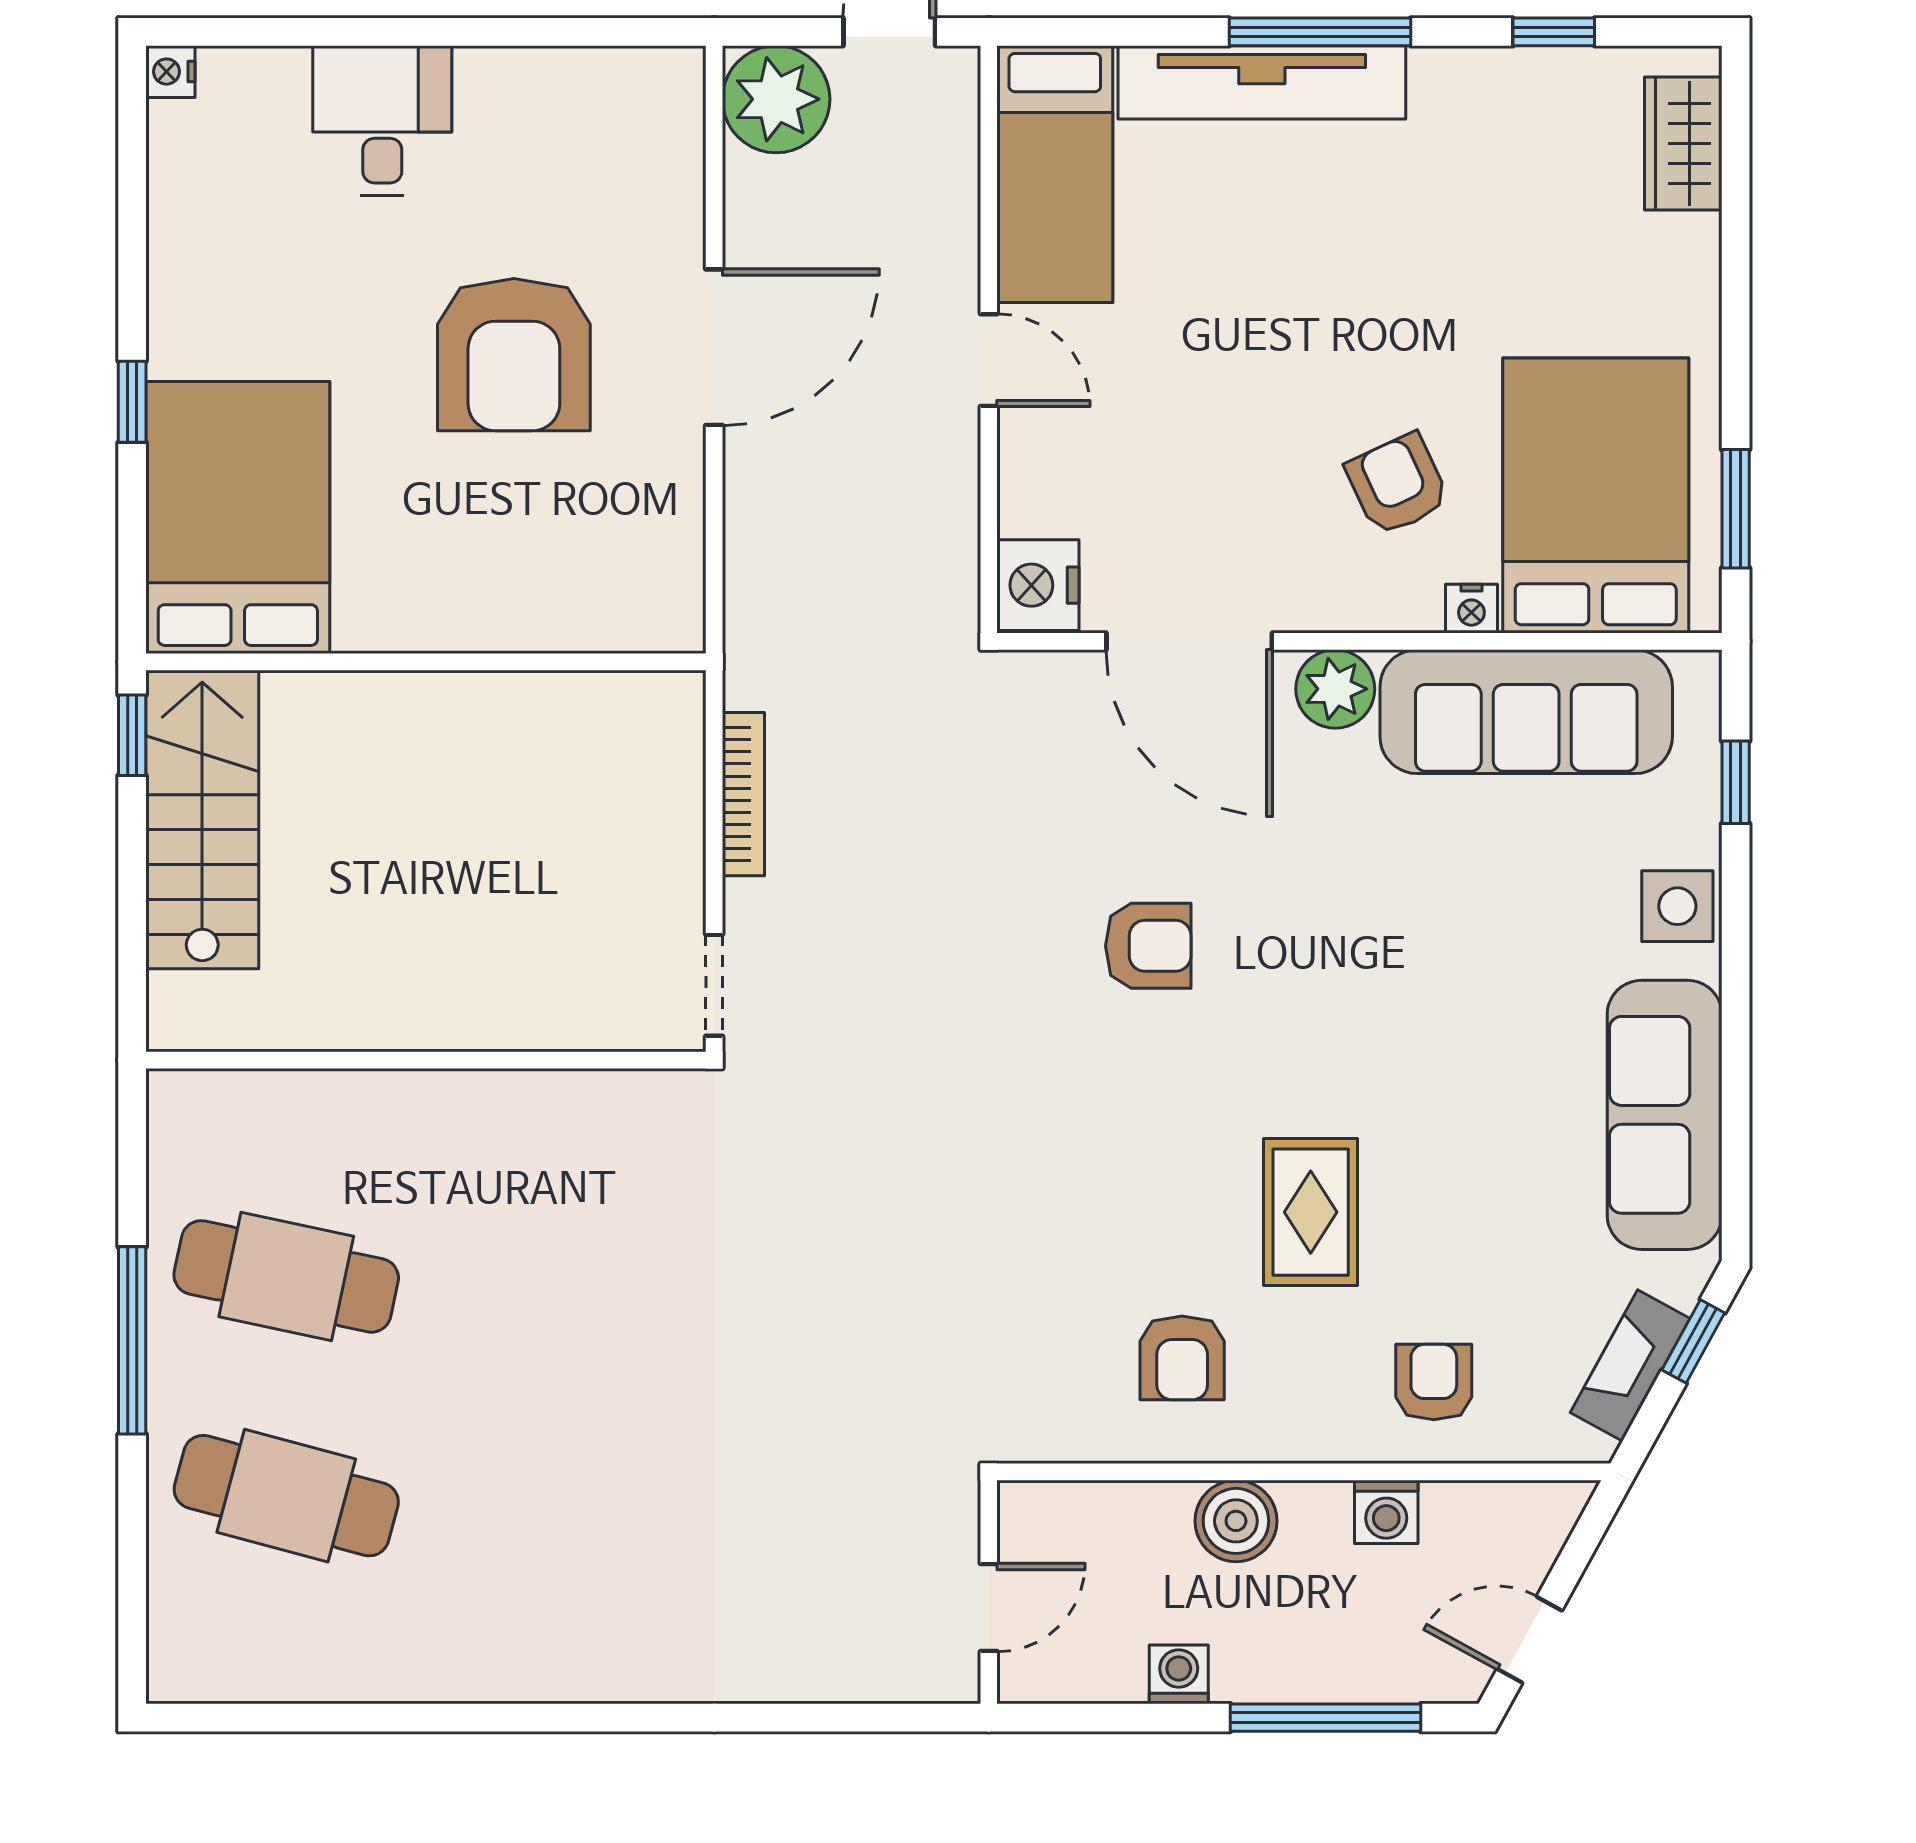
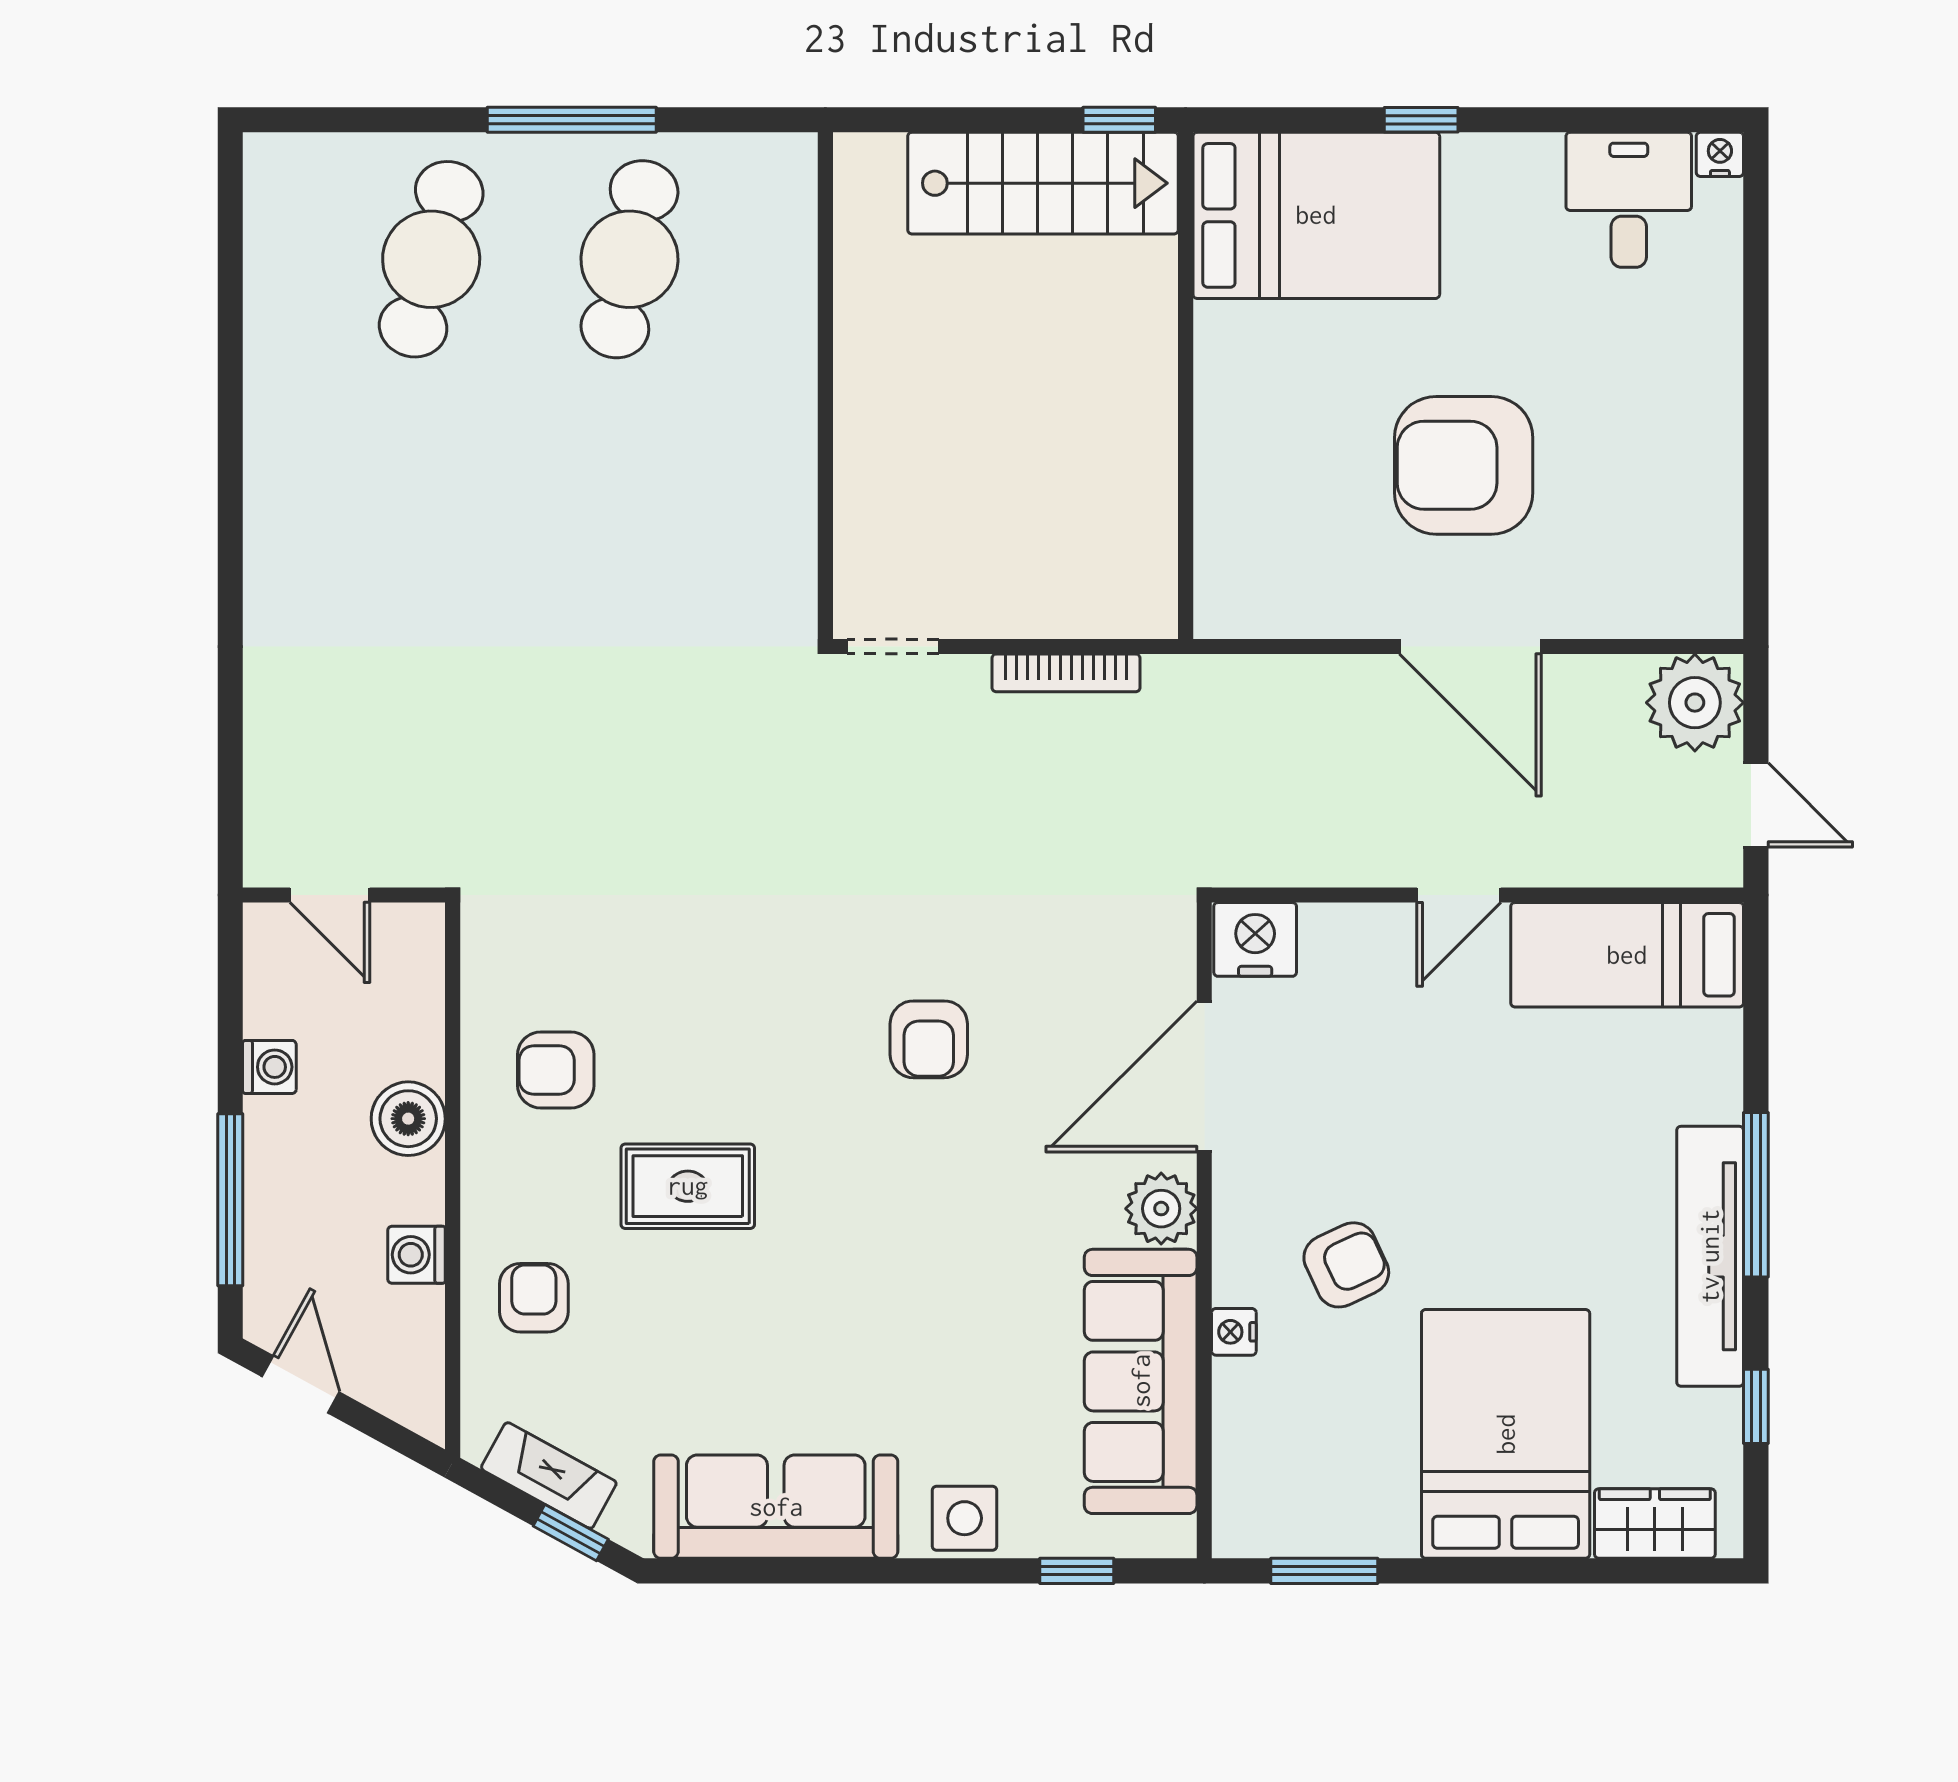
tv unit: (1262, 82) -> (1710, 1256), moved
desk: (382, 120) -> (1629, 200), moved, turned -90
bed: (1596, 495) -> (1506, 1434), moved, turned -90
armchair: (1434, 1382) -> (534, 1298), turned -90

